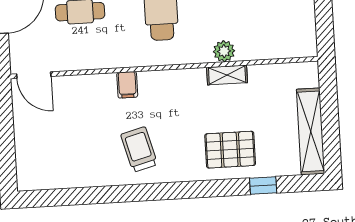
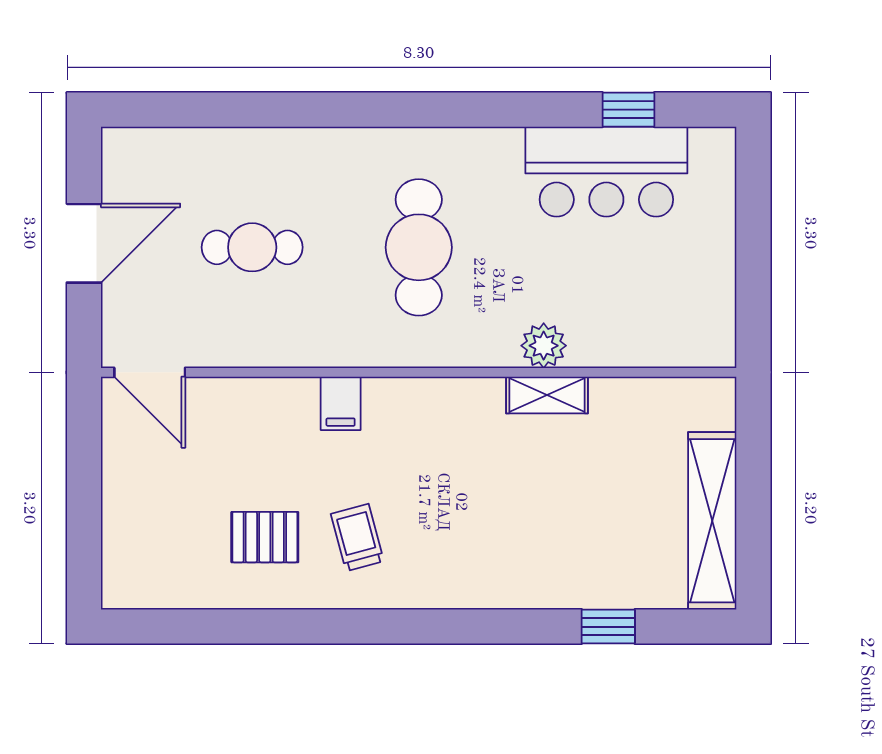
trolley: (139, 149) -> (357, 538), width x0.73, depth x0.72
pallet: (230, 150) -> (265, 537), moved, width x0.67, depth x0.71

